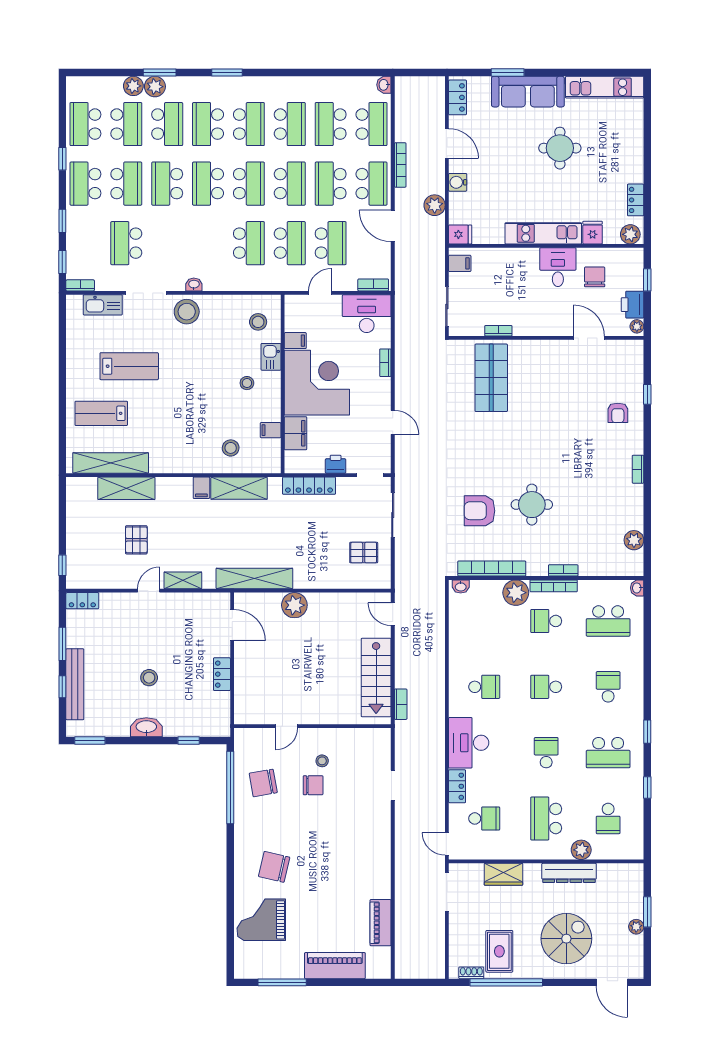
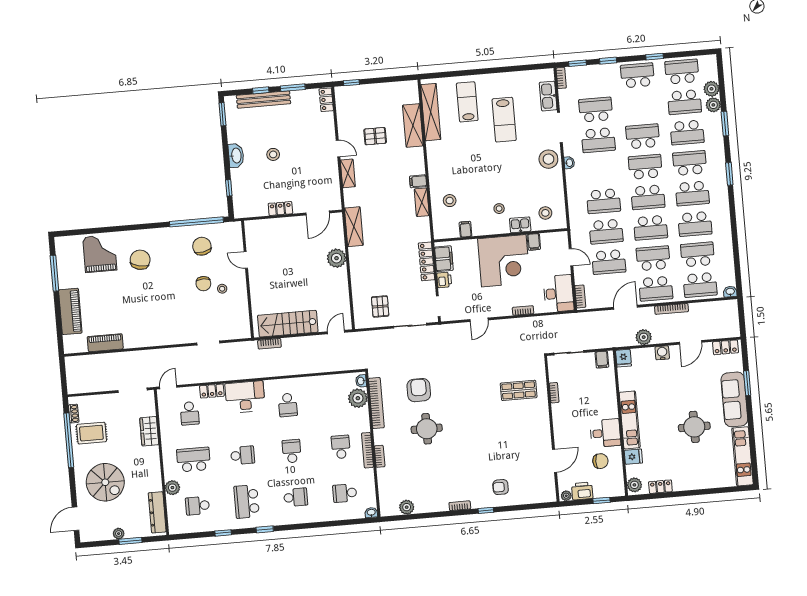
plant: (155, 87) -> (712, 89), moved
school desk: (126, 184) -> (598, 140), moved
shop shelf: (491, 378) -> (519, 390), width x0.70, depth x0.74
window: (647, 394) -> (486, 510), moved
filing cabinet: (296, 433) -> (444, 259), moved, turned -90
shelving: (239, 488) -> (422, 202), width x0.67, depth x0.75
shelving: (254, 578) -> (354, 227), width x0.68
plant: (516, 593) -> (358, 398), moved
school desk: (608, 621) -> (345, 493), width x0.54
dresser: (569, 873) -> (157, 512), moved

